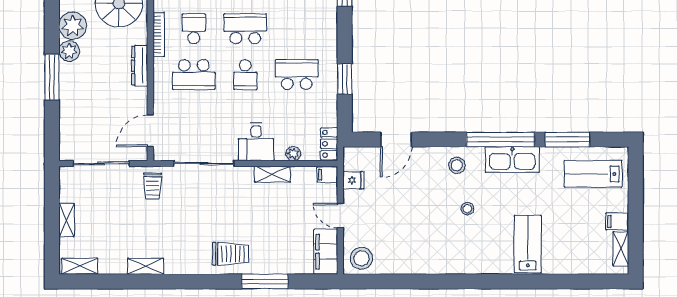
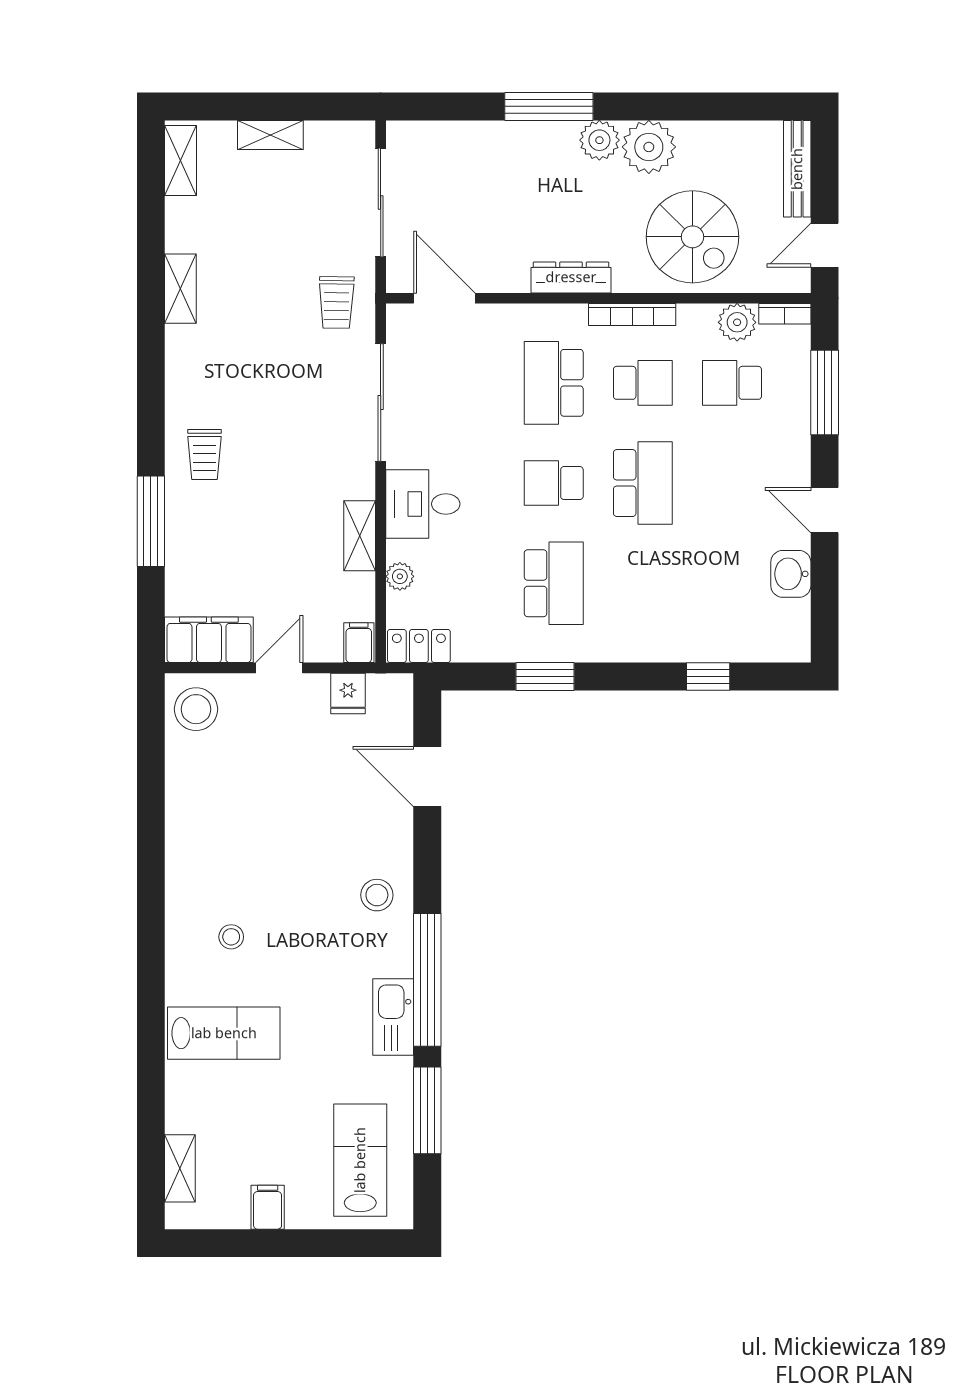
kitchen sink: (512, 159) -> (393, 1017), width x0.73, depth x0.81
trolley: (153, 186) -> (336, 302), turned -89
stool: (467, 209) -> (231, 937), moved
shelving: (621, 249) -> (180, 1168), moved, turned 90
trolley: (231, 254) -> (205, 454), width x0.73, depth x0.72

